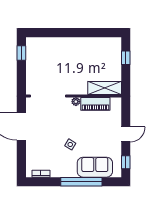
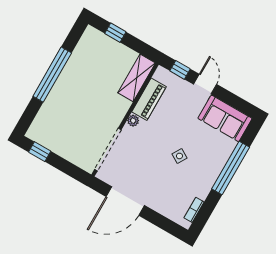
window: (75, 33) -> (52, 75), added
window: (126, 162) -> (180, 70), moved
sofa: (95, 167) -> (225, 118), moved, turned -90

